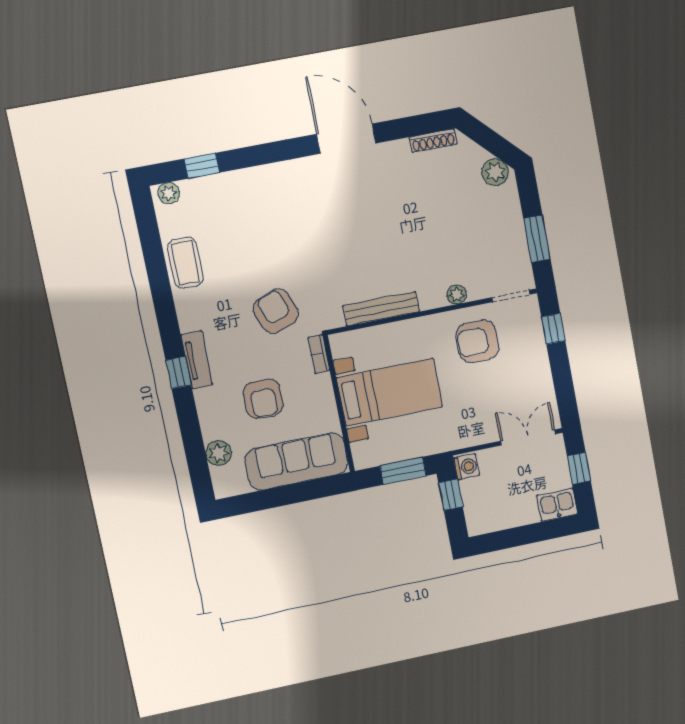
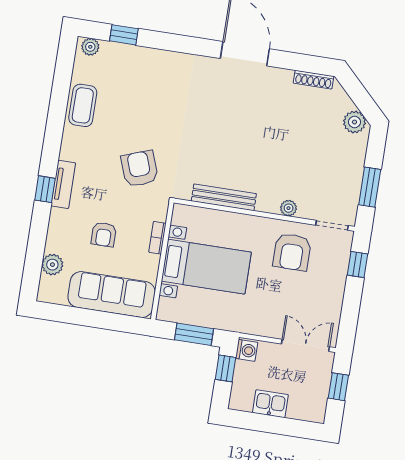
armchair: (477, 341) -> (292, 252), turned -90
bookcase: (319, 354) -> (157, 238), moved
armchair: (263, 399) -> (104, 234), width x0.72, depth x0.72
kitchen sink: (557, 505) -> (270, 404), moved

